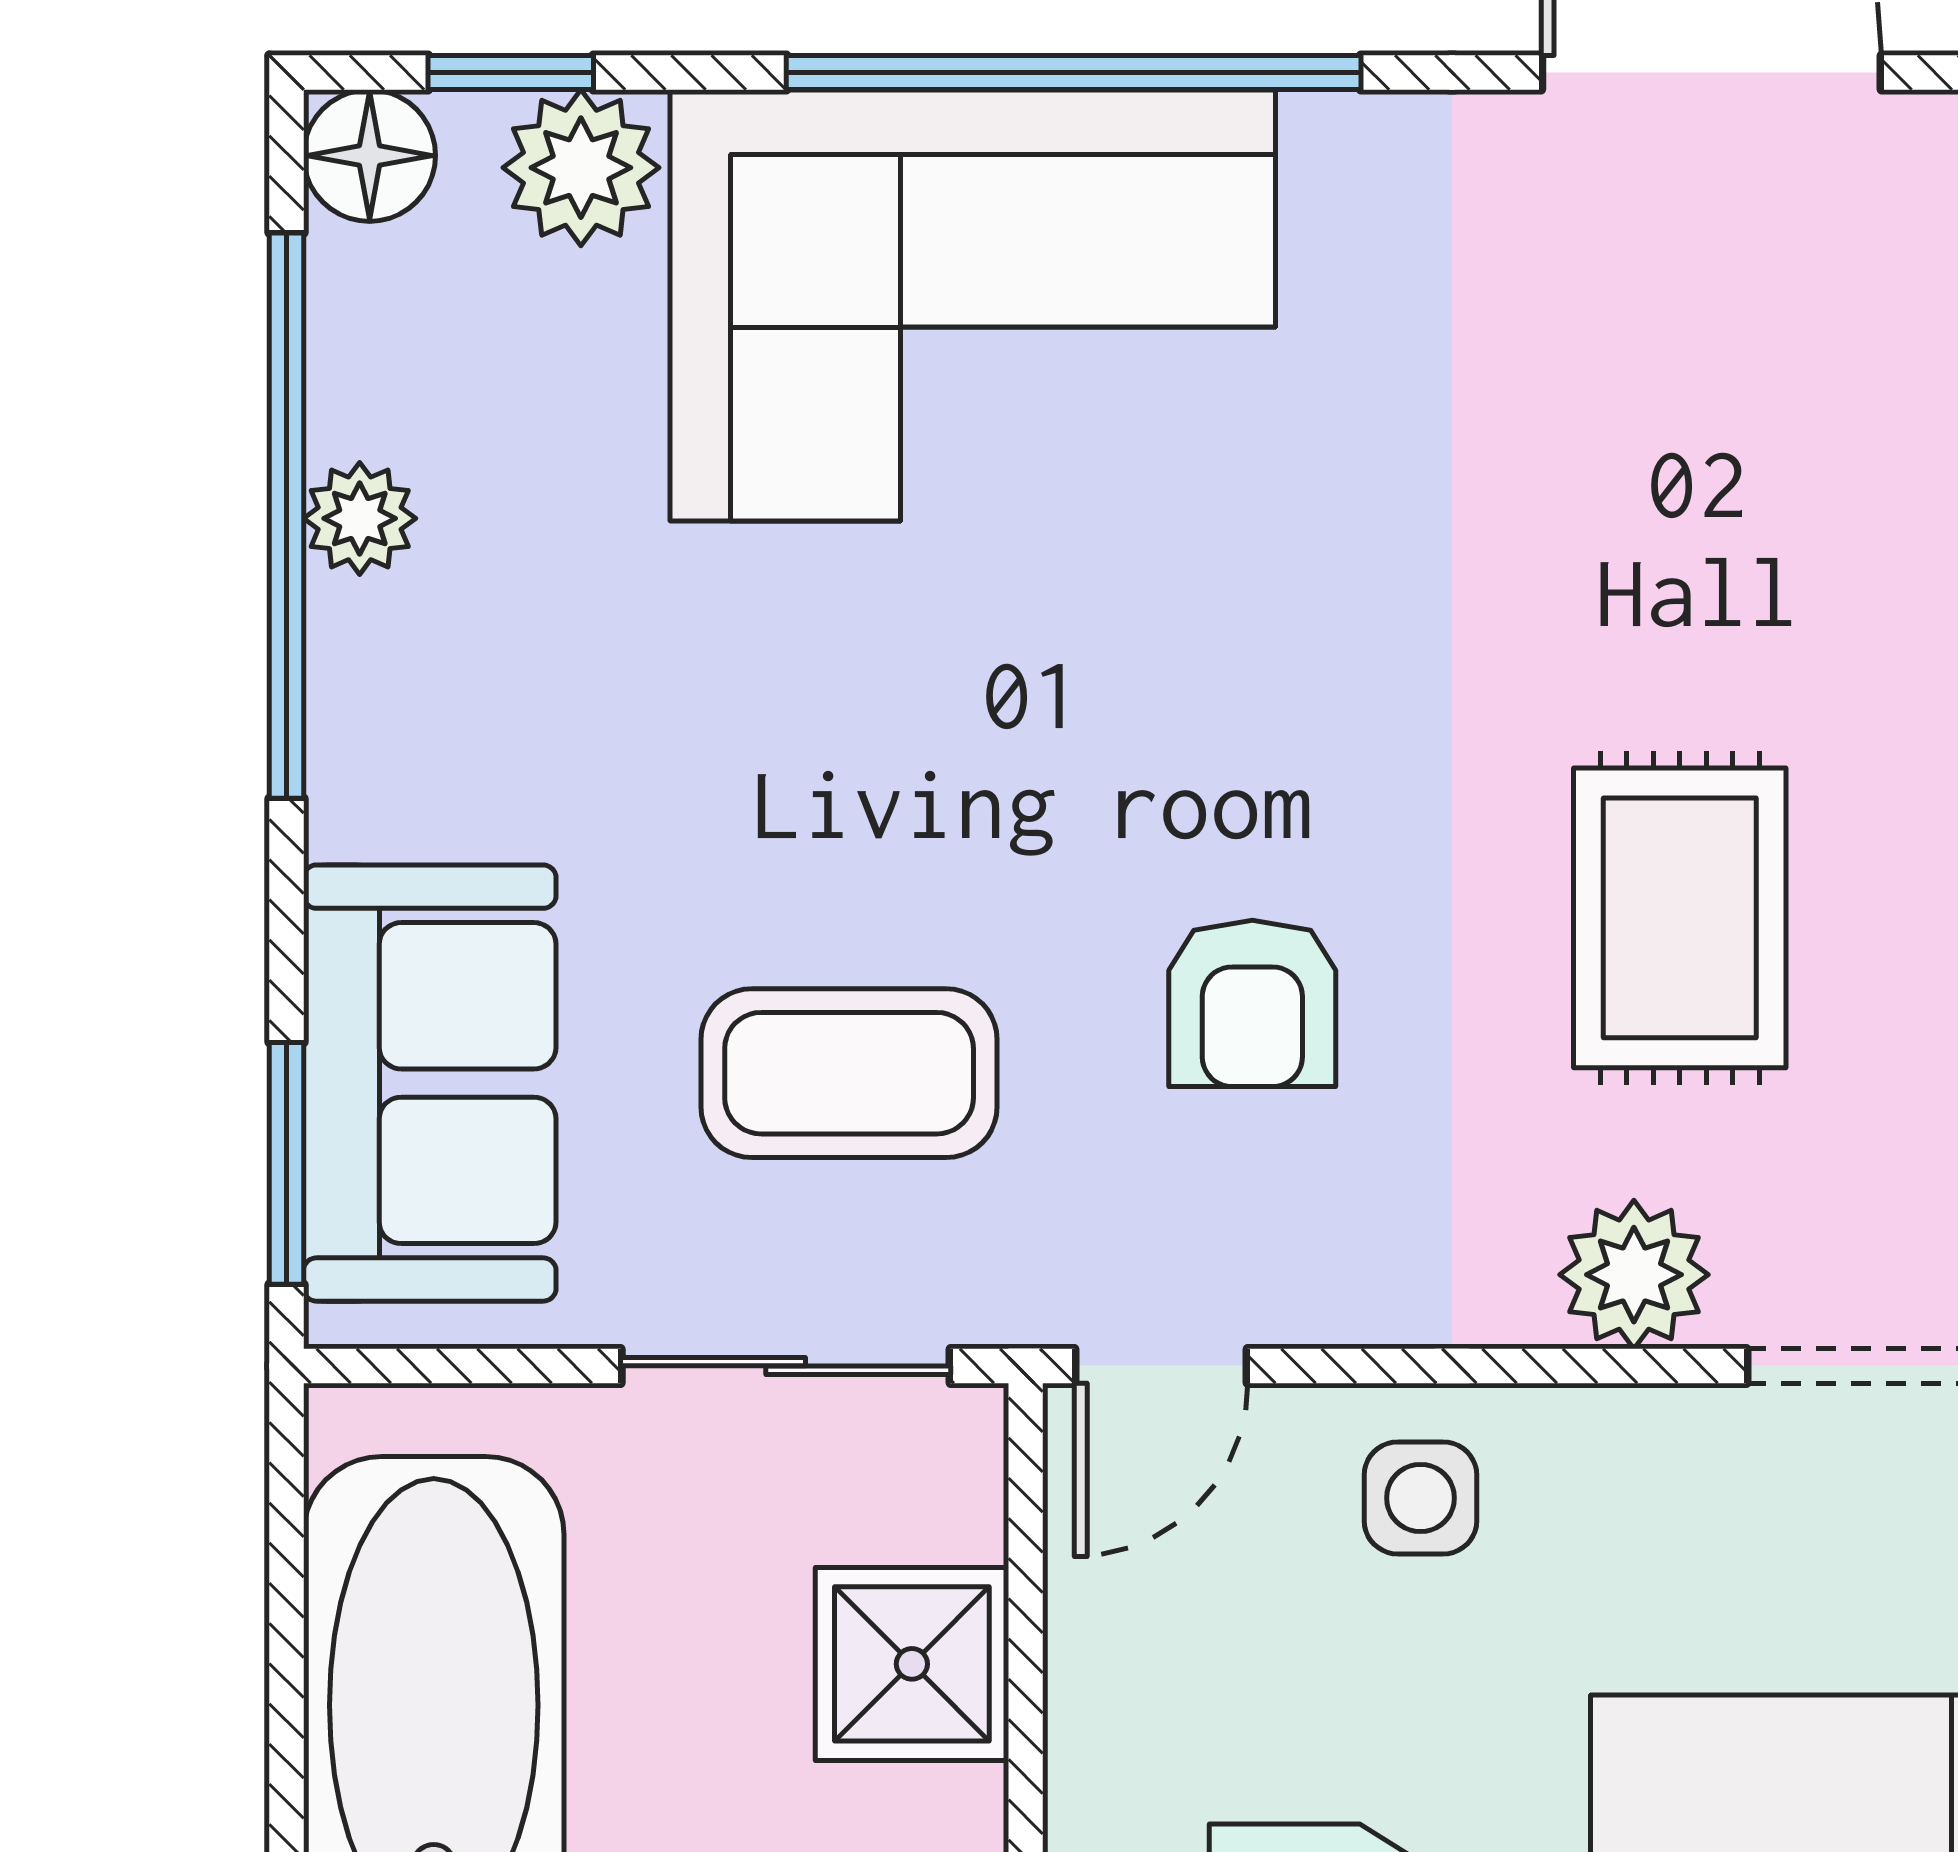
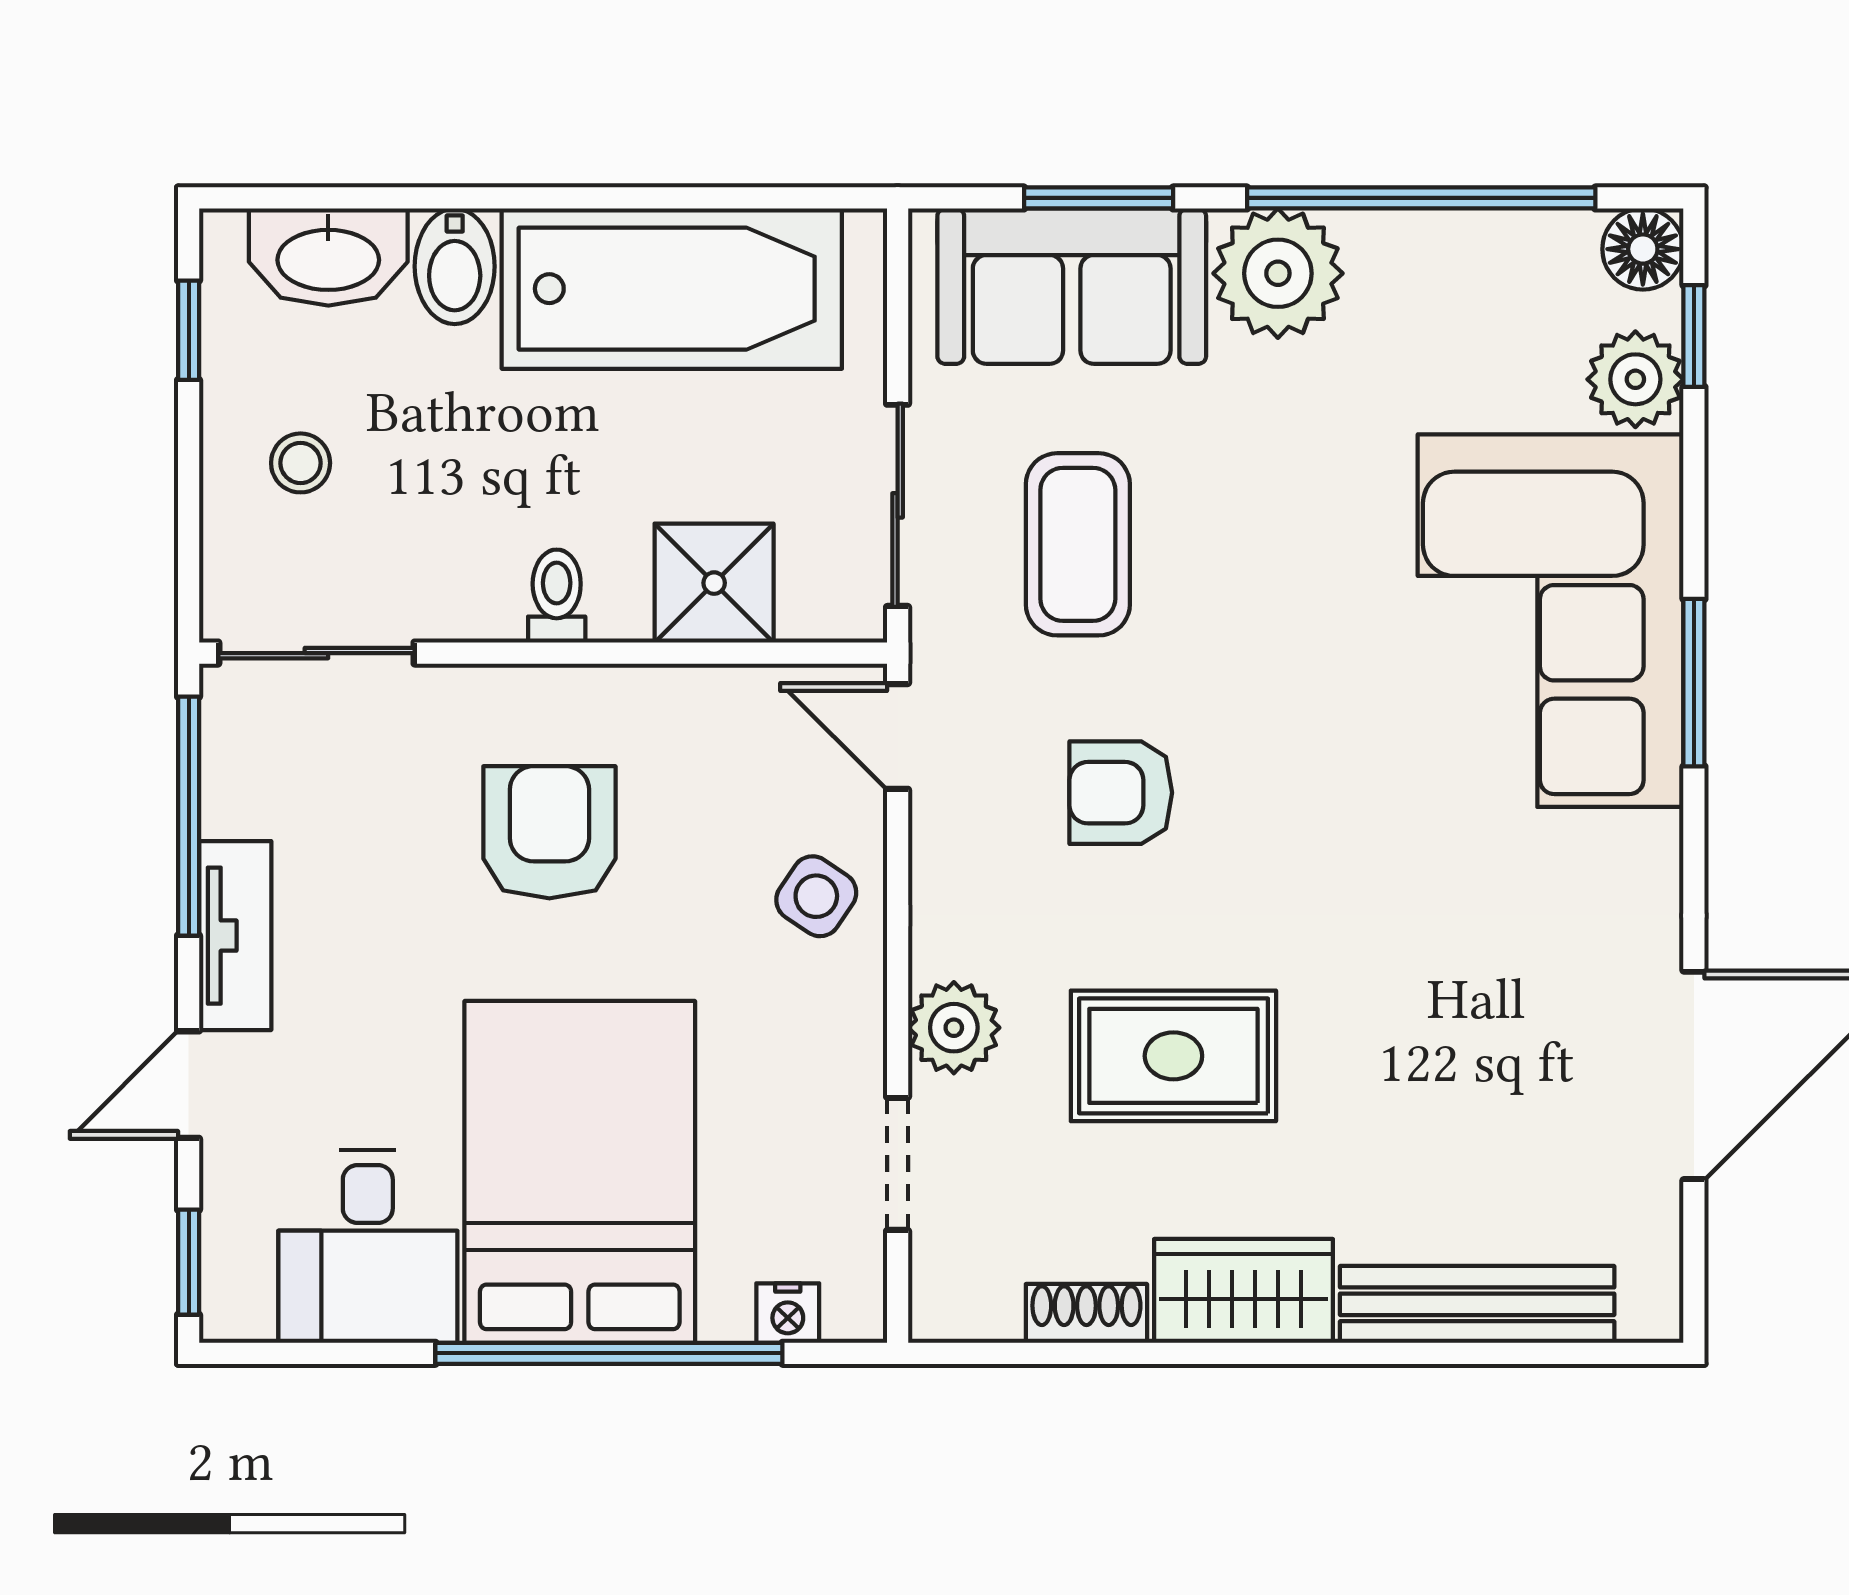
window: (1074, 73) -> (1694, 683), width x0.47
plant: (360, 518) -> (1278, 273), moved, width x1.87, depth x1.87
window: (286, 1163) -> (1099, 198), moved
side table: (1420, 1498) -> (816, 896), turned 34

